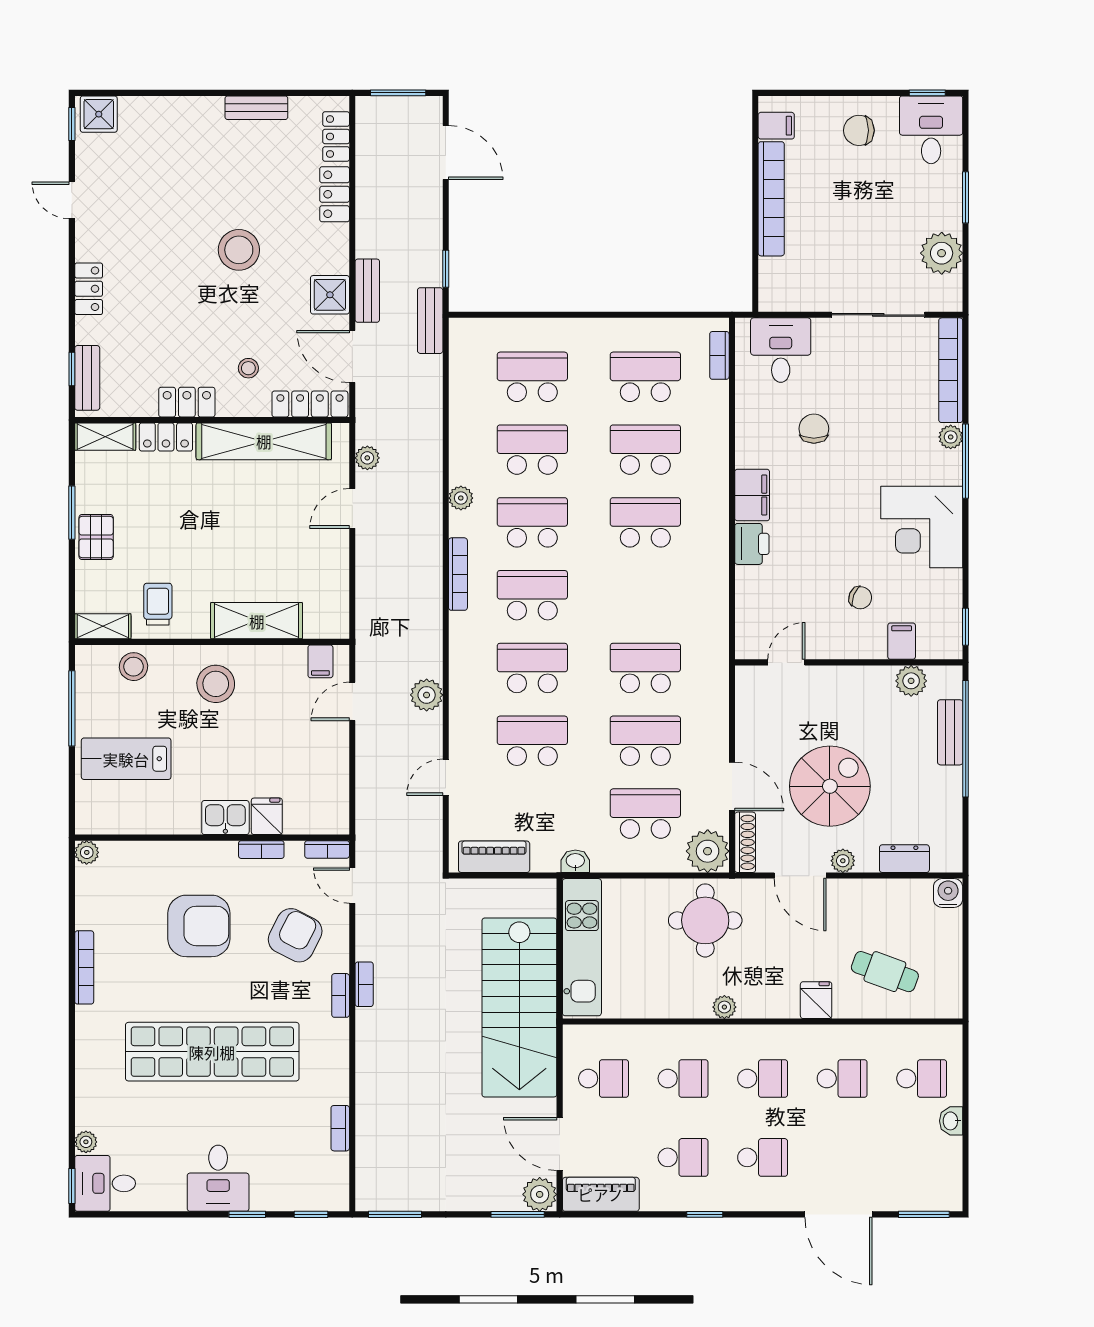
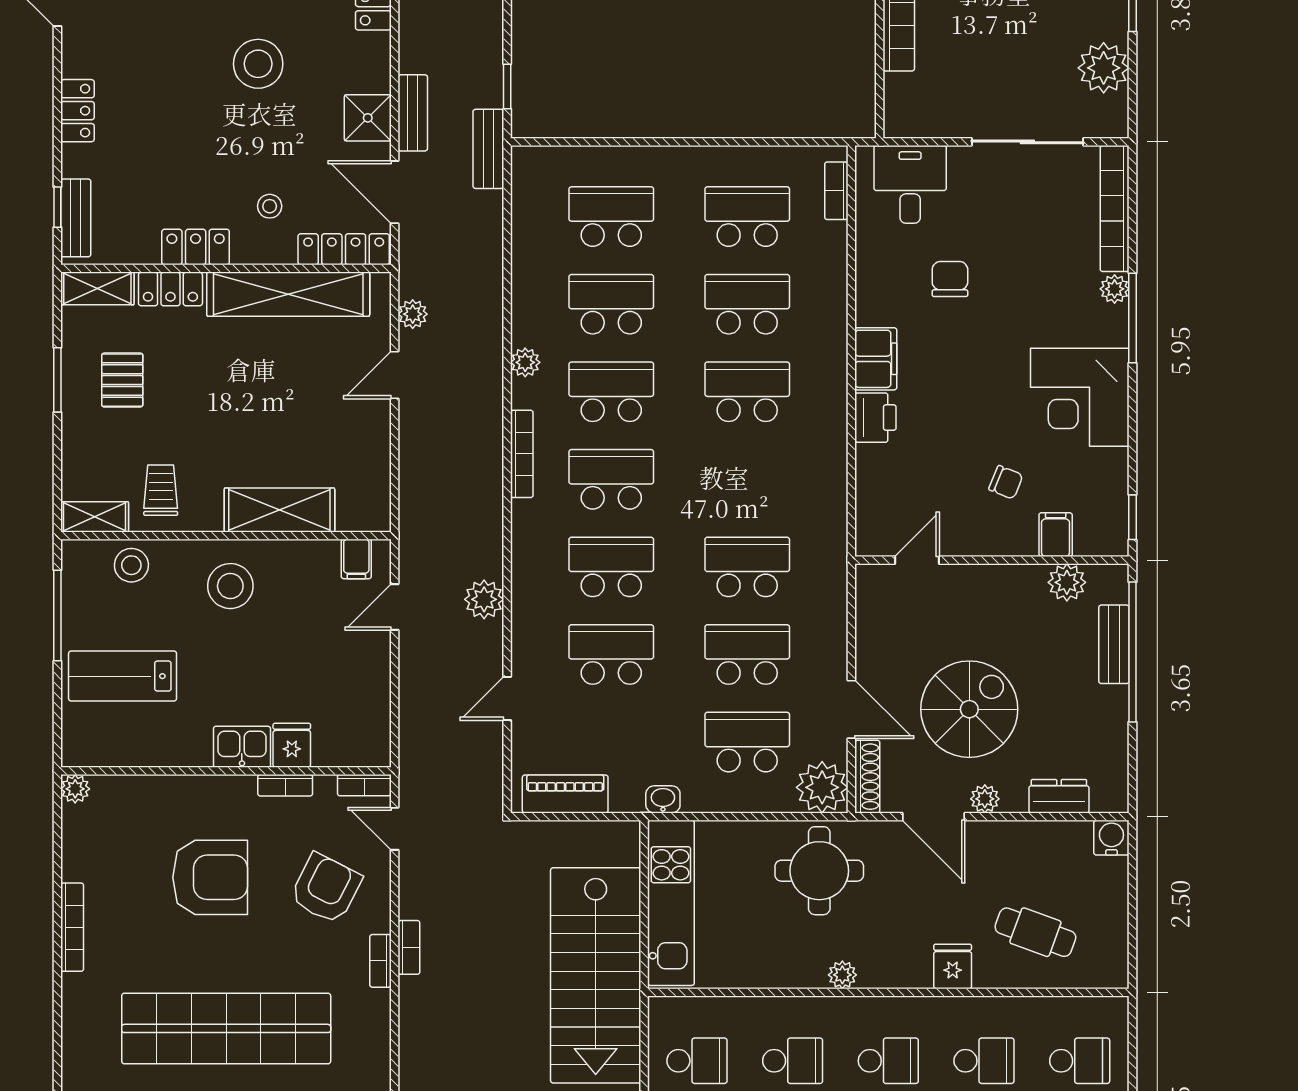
pallet: (96, 537) -> (122, 380), moved

